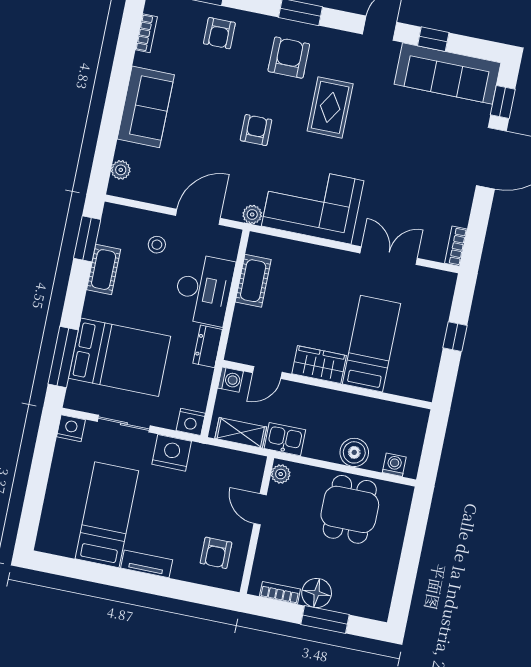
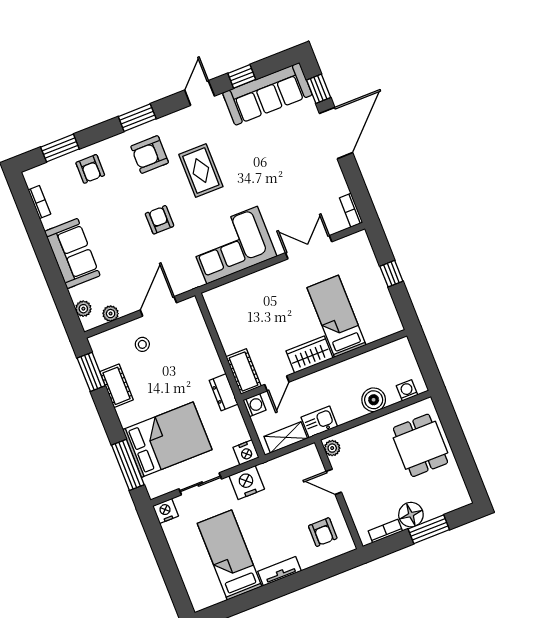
armchair: (289, 58) -> (150, 155), turned -90
plant: (252, 214) -> (111, 314), moved
cot: (253, 281) -> (244, 371), moved
desk: (204, 289) -> (195, 354), removed
dining table: (350, 509) -> (420, 445), moved

